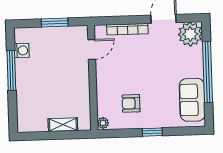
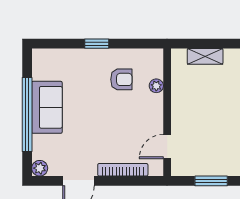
plant: (190, 34) -> (40, 168), width x0.53, depth x0.53
sofa: (192, 100) -> (47, 107), moved
plant: (103, 123) -> (156, 86), moved

